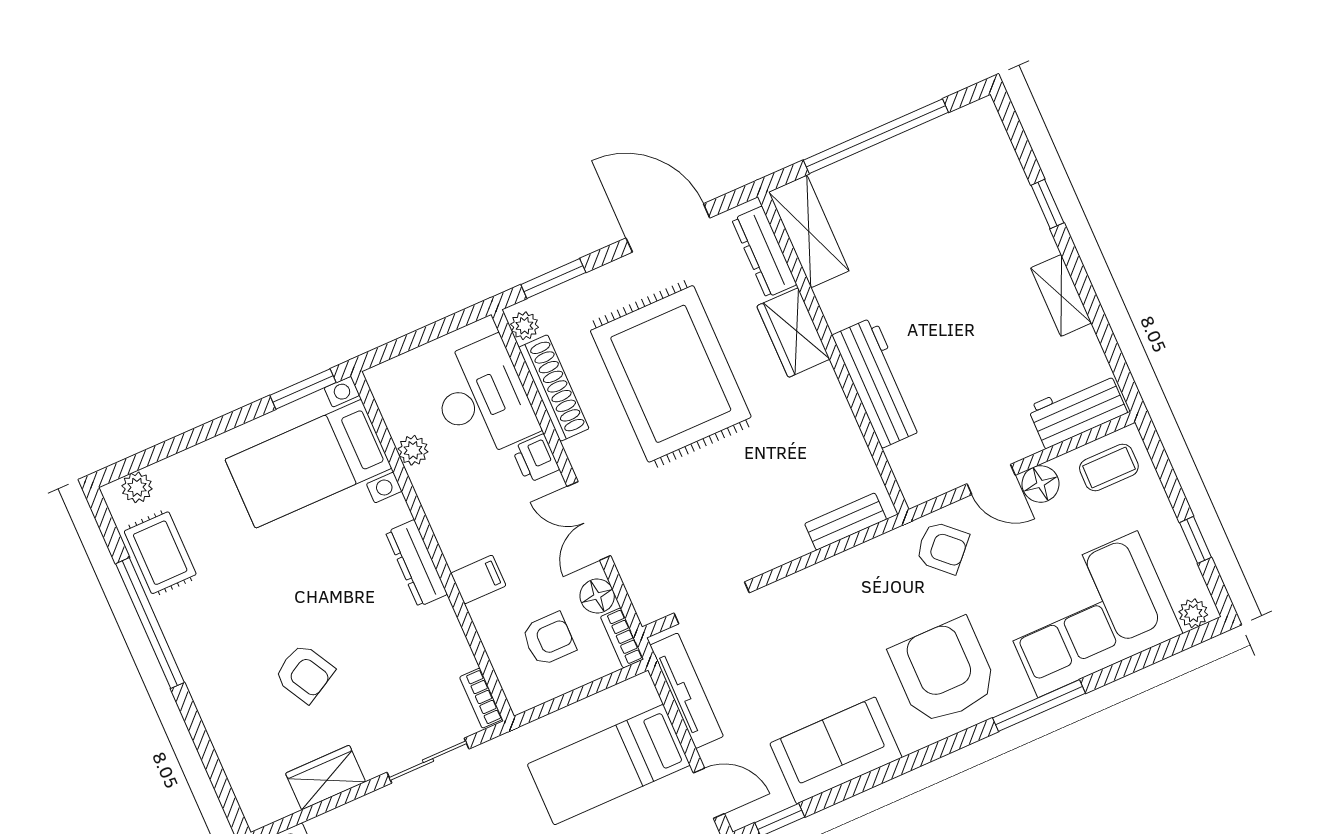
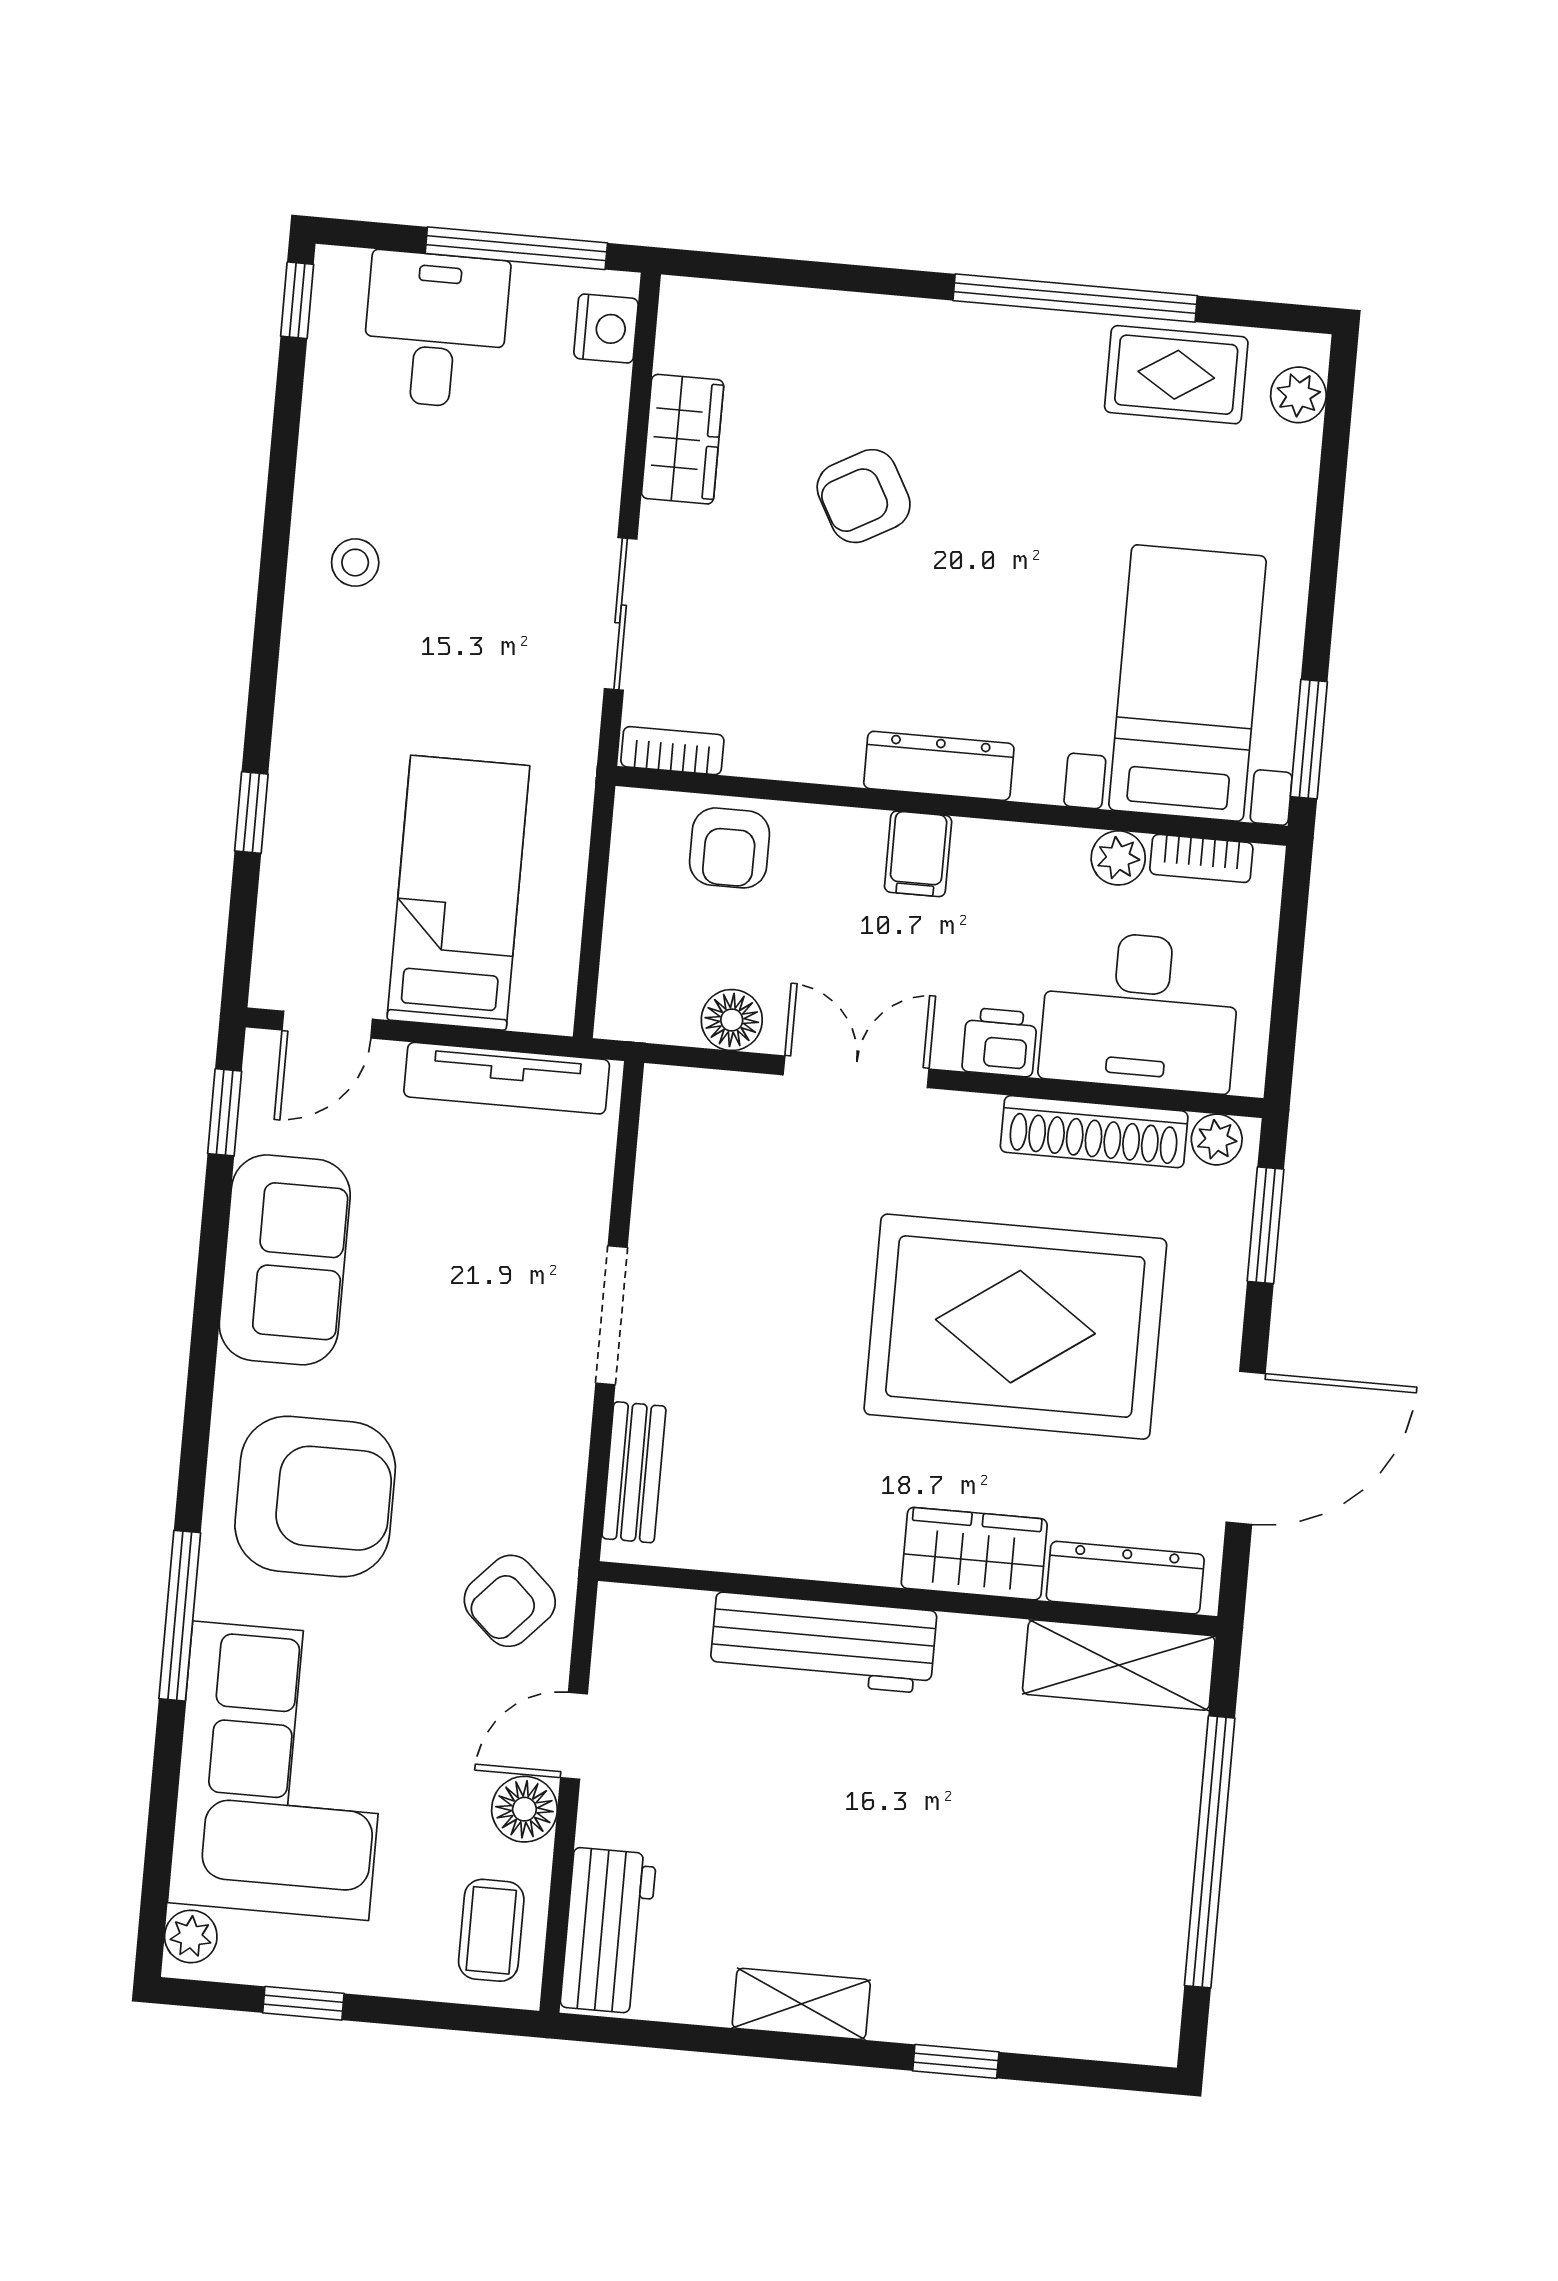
filing cabinet: (478, 579) -> (918, 854), moved
doorway: (712, 603) -> (612, 1315), moved
bookcase: (622, 638) -> (1201, 858), moved, turned 180
armchair: (549, 639) -> (729, 848), moved

